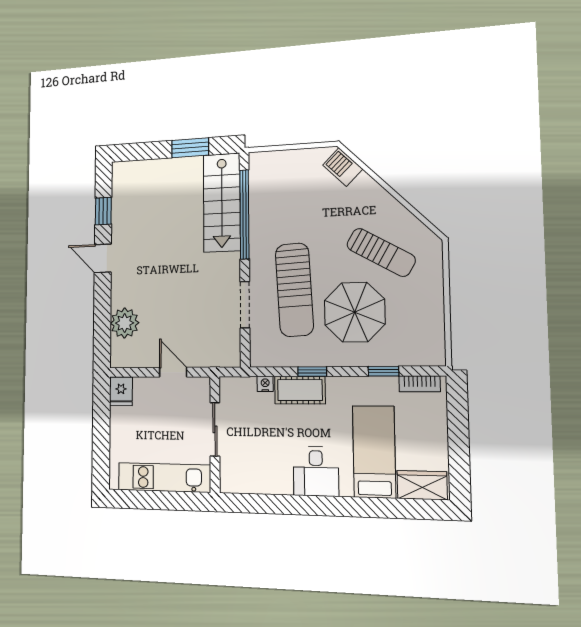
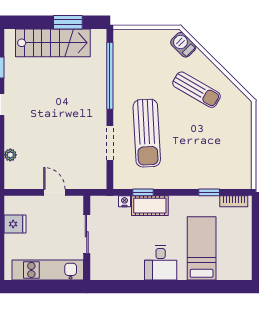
stairs: (222, 203) -> (53, 43), moved, turned -90
sun lounger: (381, 252) -> (196, 90), moved
parasol: (355, 312) -> (190, 150), removed
plant: (125, 323) -> (10, 155), width x0.53, depth x0.53
window: (312, 372) -> (143, 192), moved
fridge: (121, 391) -> (15, 224), moved, turned -90
wardrobe: (422, 485) -> (234, 270), removed

